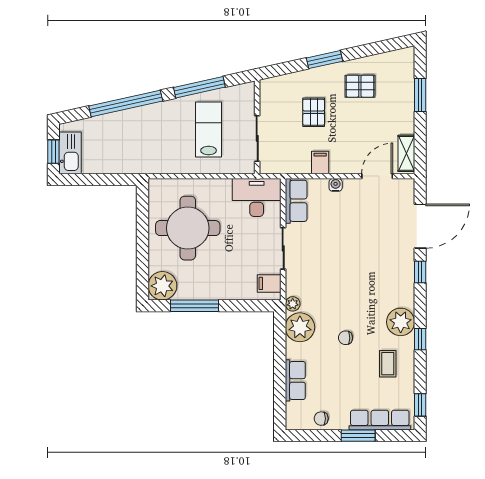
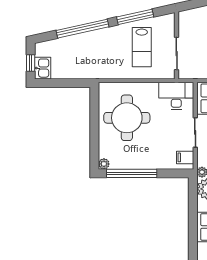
lab bench: (209, 129) -> (142, 47), turned 180
kitchen sink: (70, 153) -> (43, 68), width x0.73
plant: (162, 286) -> (104, 164), width x0.53, depth x0.53
window: (194, 306) -> (132, 173), width x1.46

